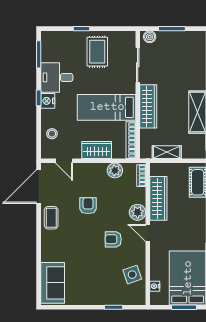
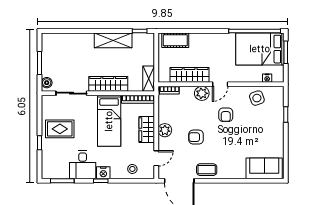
shelving: (167, 152) -> (149, 79), moved
plant: (115, 170) -> (165, 130), moved

